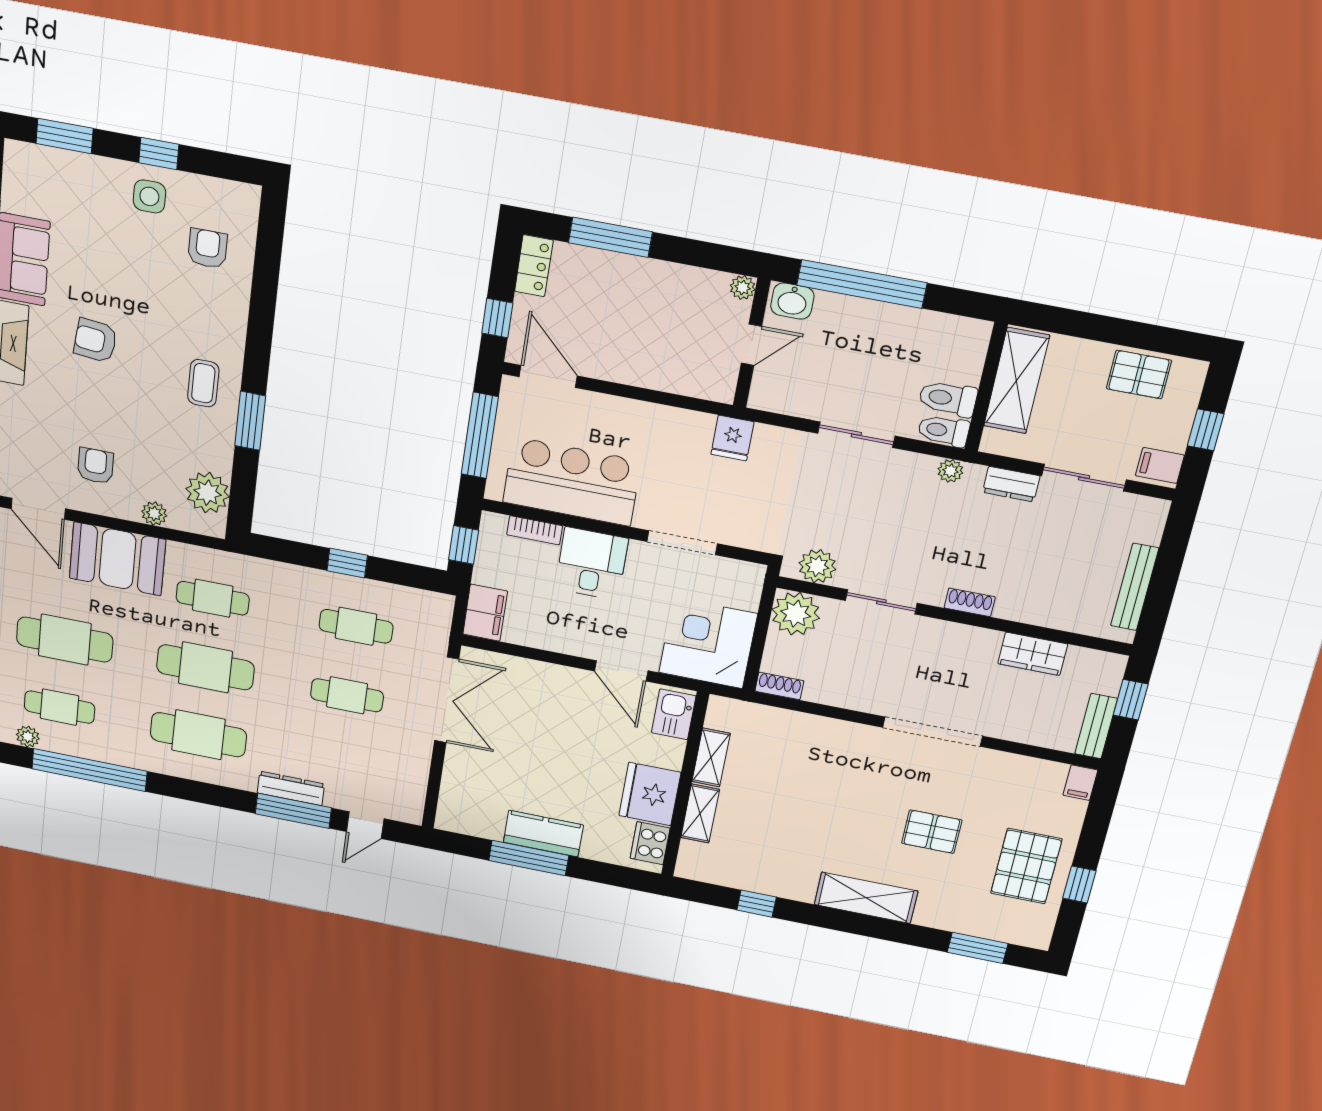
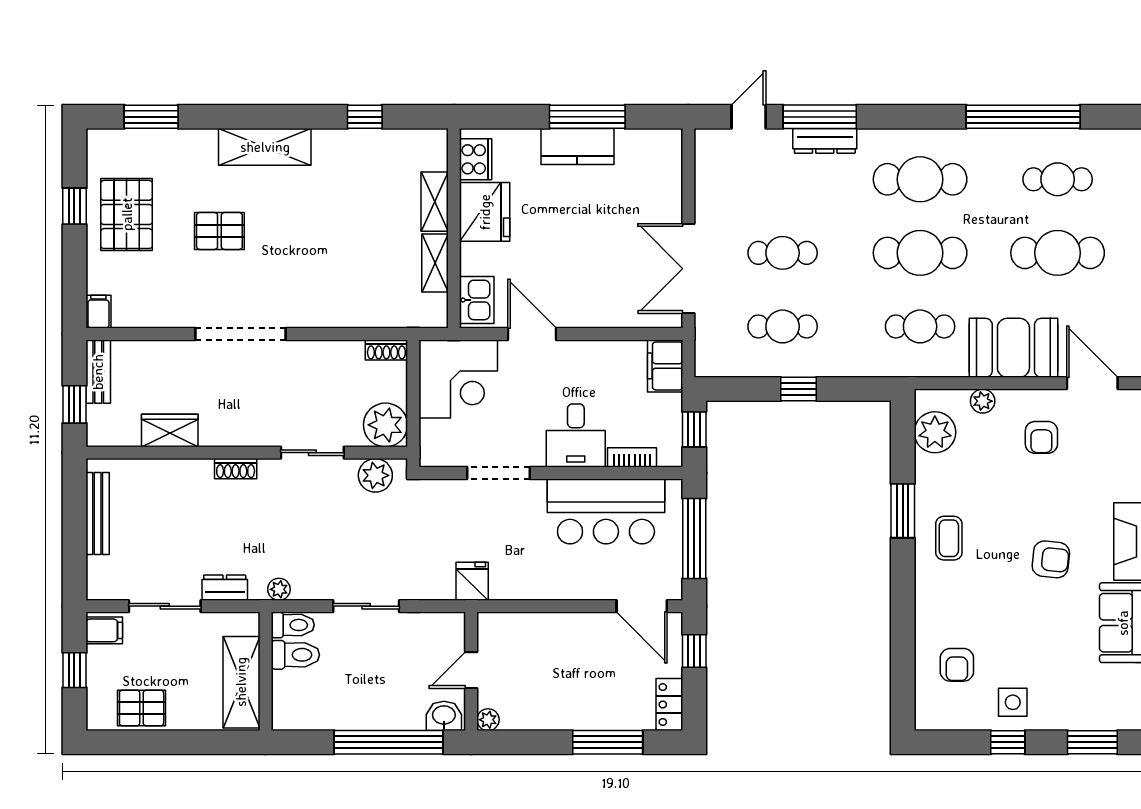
plant: (28, 737) -> (1087, 140), removed

